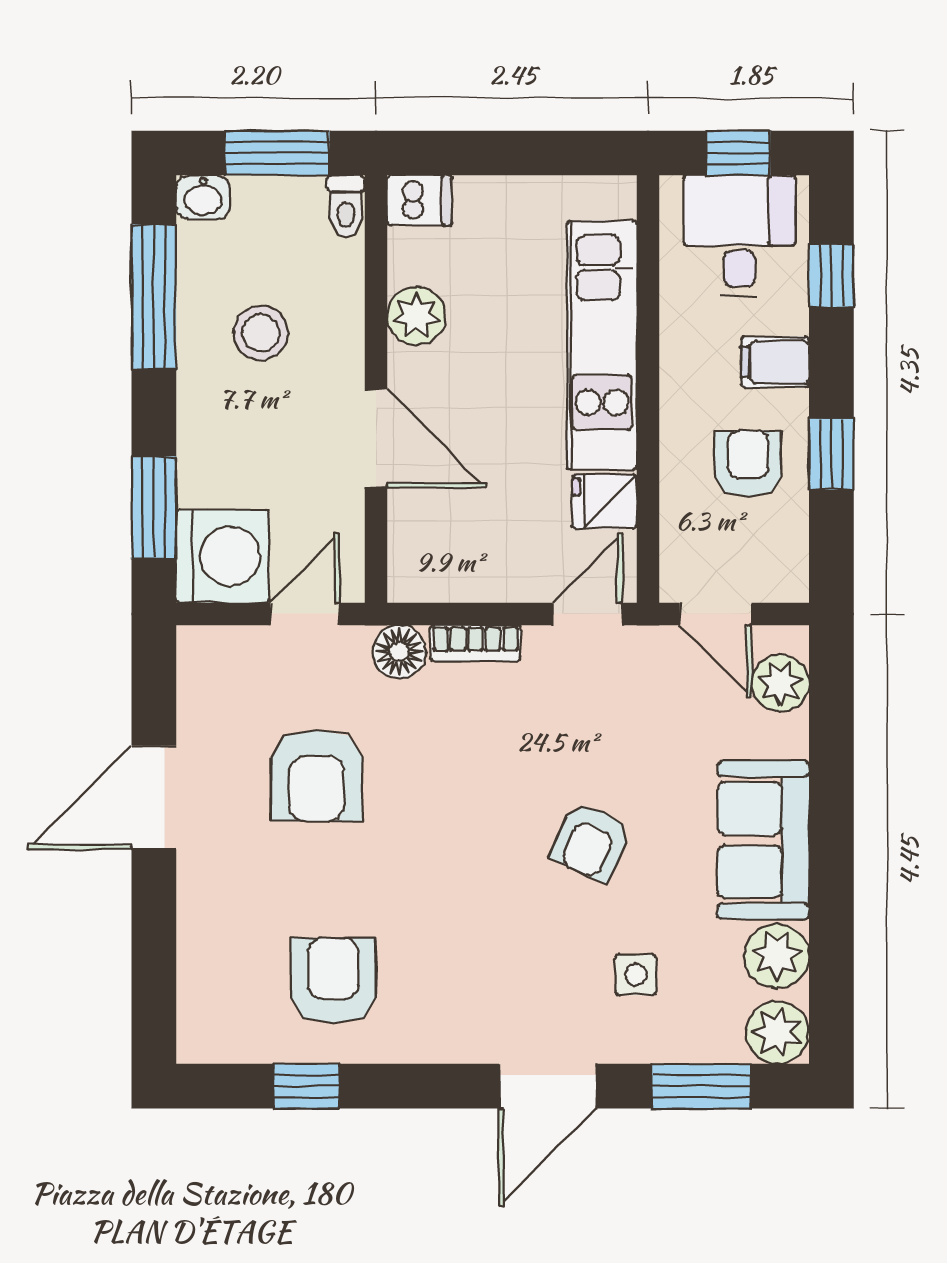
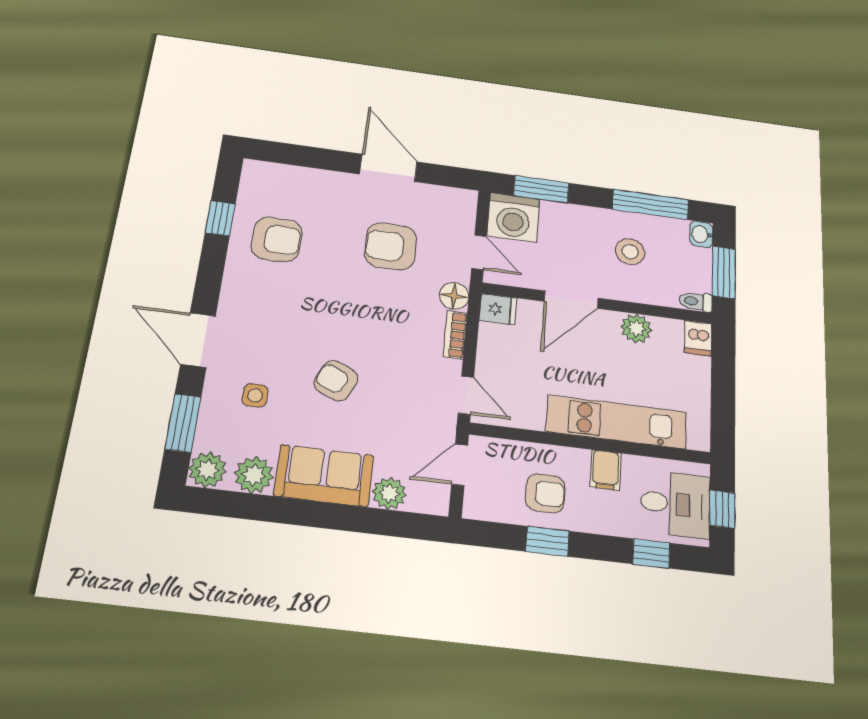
filing cabinet: (775, 362) -> (606, 470), moved, turned 180
fridge: (605, 501) -> (498, 309), moved, turned 90
plant: (780, 683) -> (389, 493), moved

